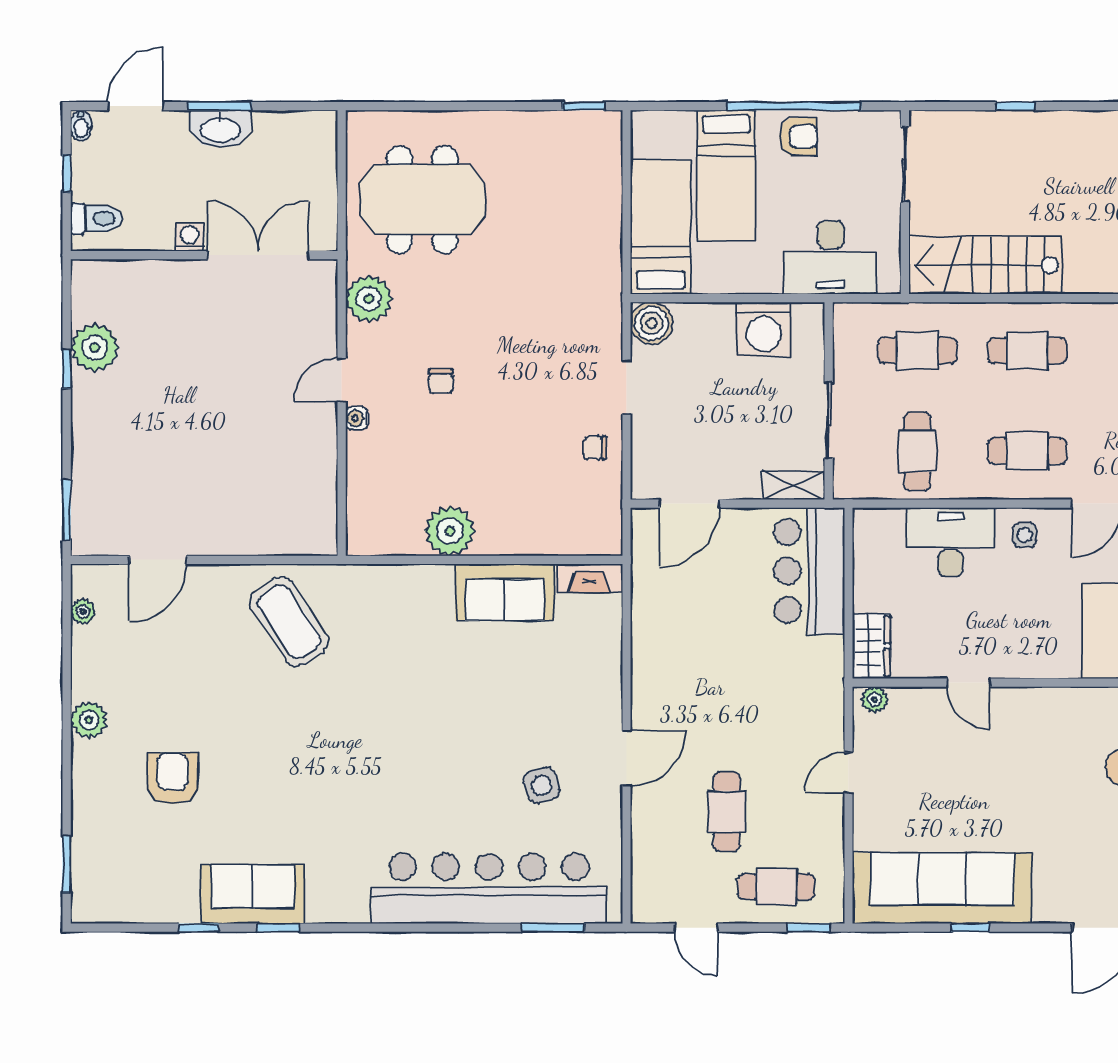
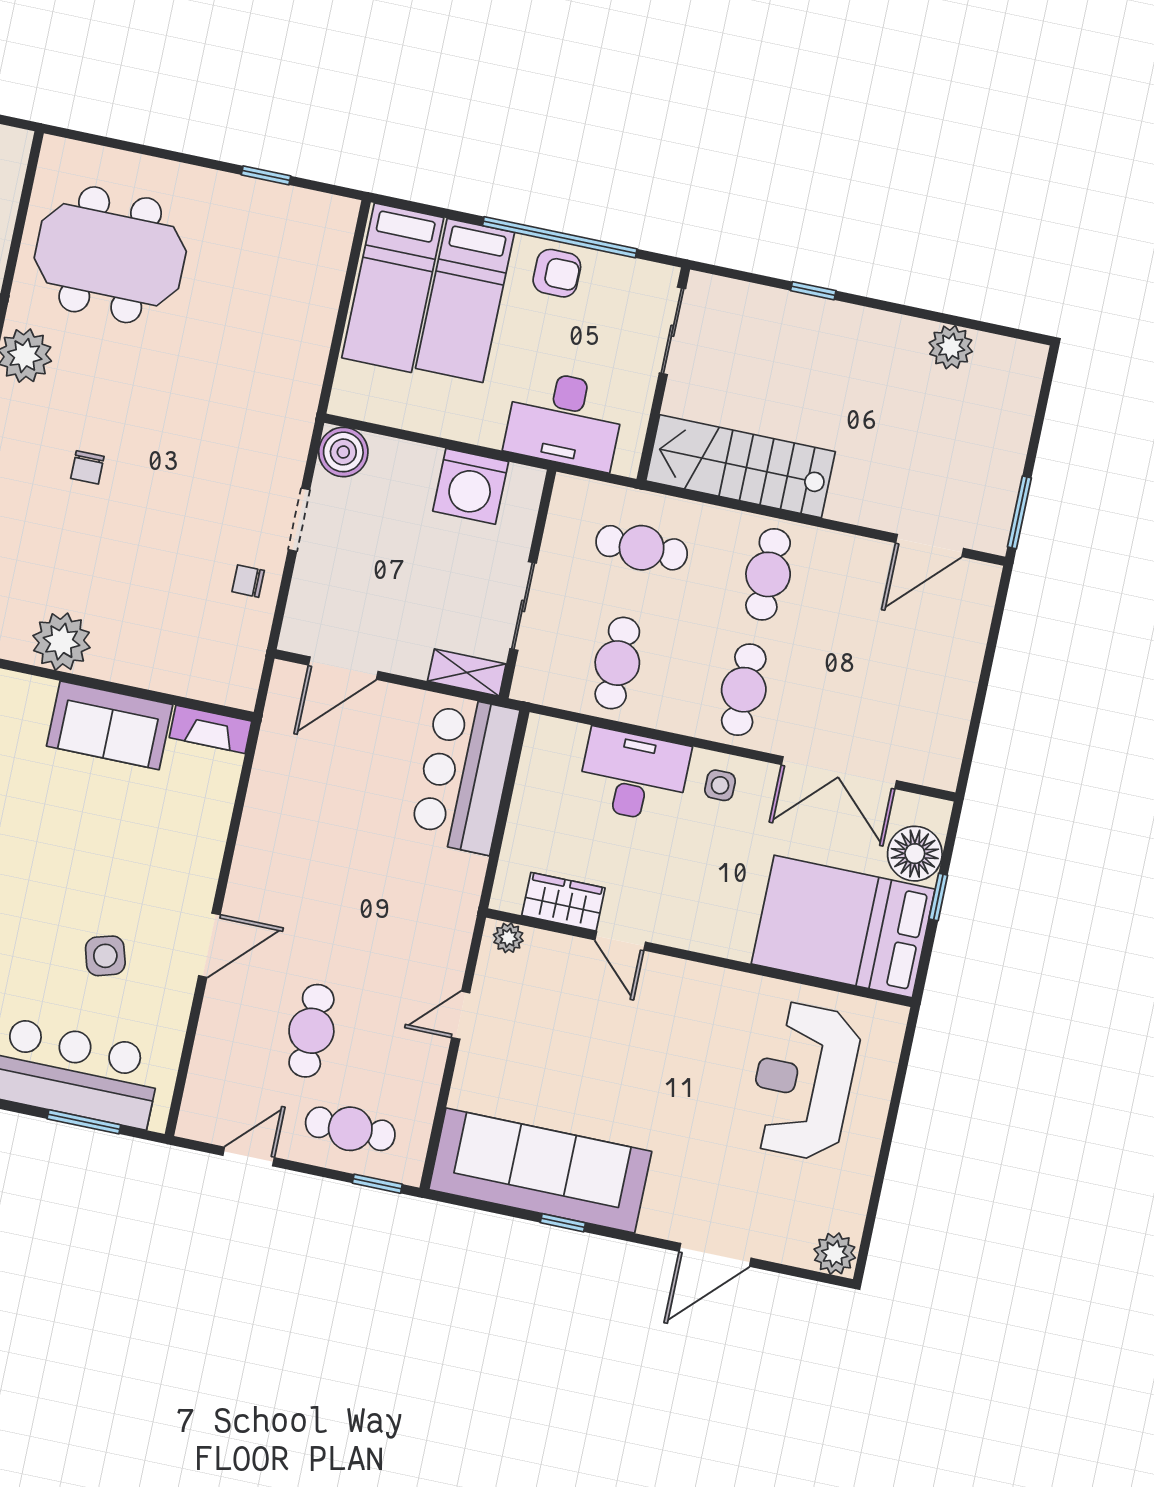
window: (584, 106) -> (266, 175), moved
bed: (661, 227) -> (393, 288), moved, turned 180
cafe table: (1027, 351) -> (768, 574), turned 90
cafe table: (1027, 451) -> (744, 690), turned 90
wardrobe: (871, 646) -> (563, 902), moved, turned -90
door: (696, 928) -> (249, 1157), swing flipped

